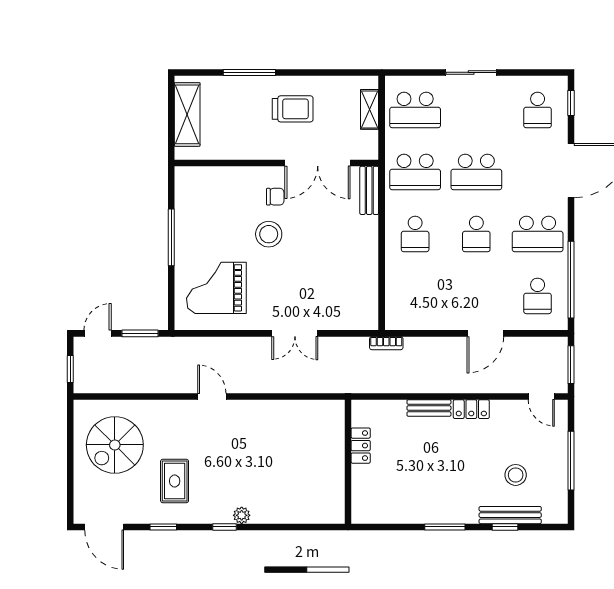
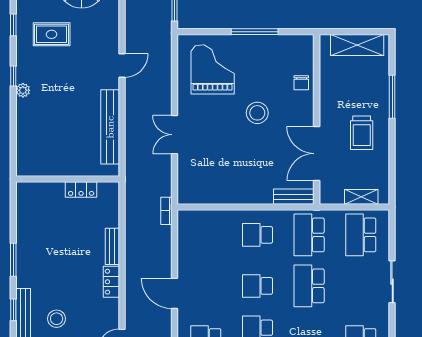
chair: (275, 197) -> (301, 83), moved
bench: (286, 411) -> (110, 127), added

